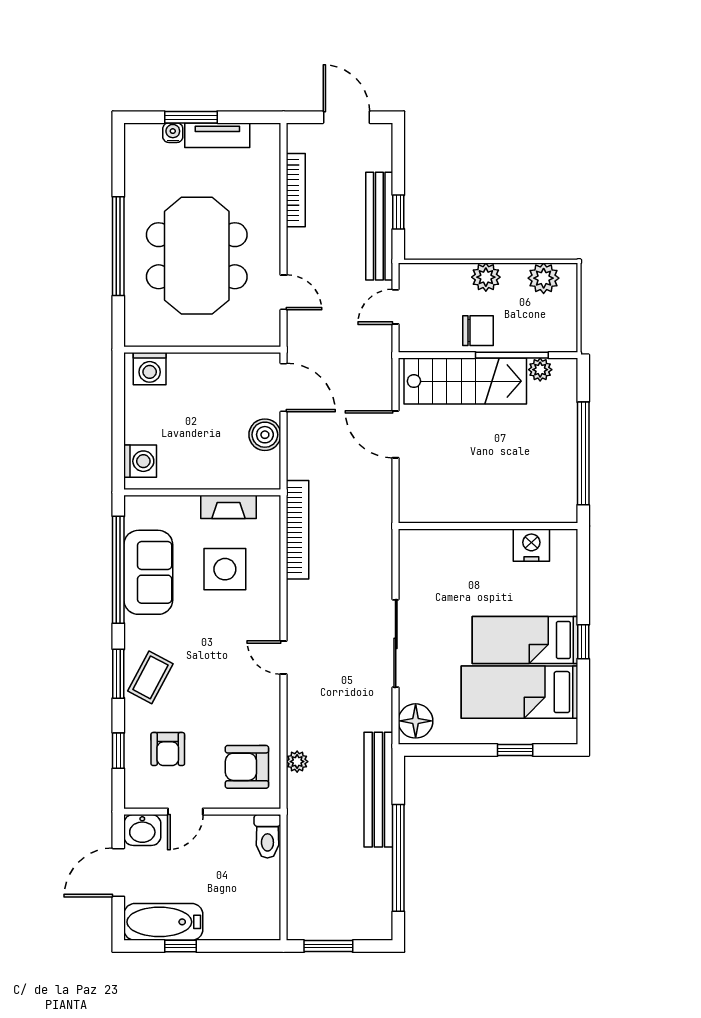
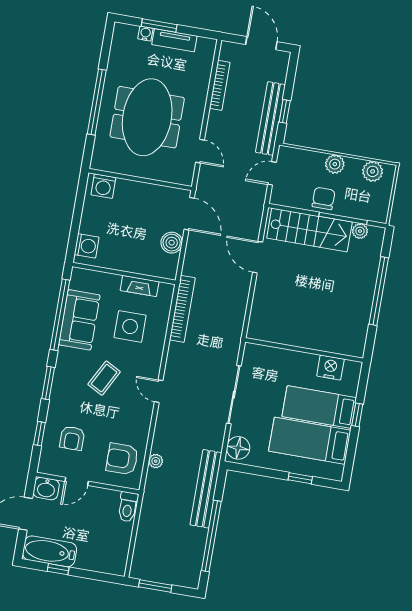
chair: (478, 331) -> (324, 198), turned -90
wall: (488, 526) -> (304, 350), moved
nightstand: (531, 545) -> (330, 367), moved
coffee table: (150, 677) -> (104, 378), moved

